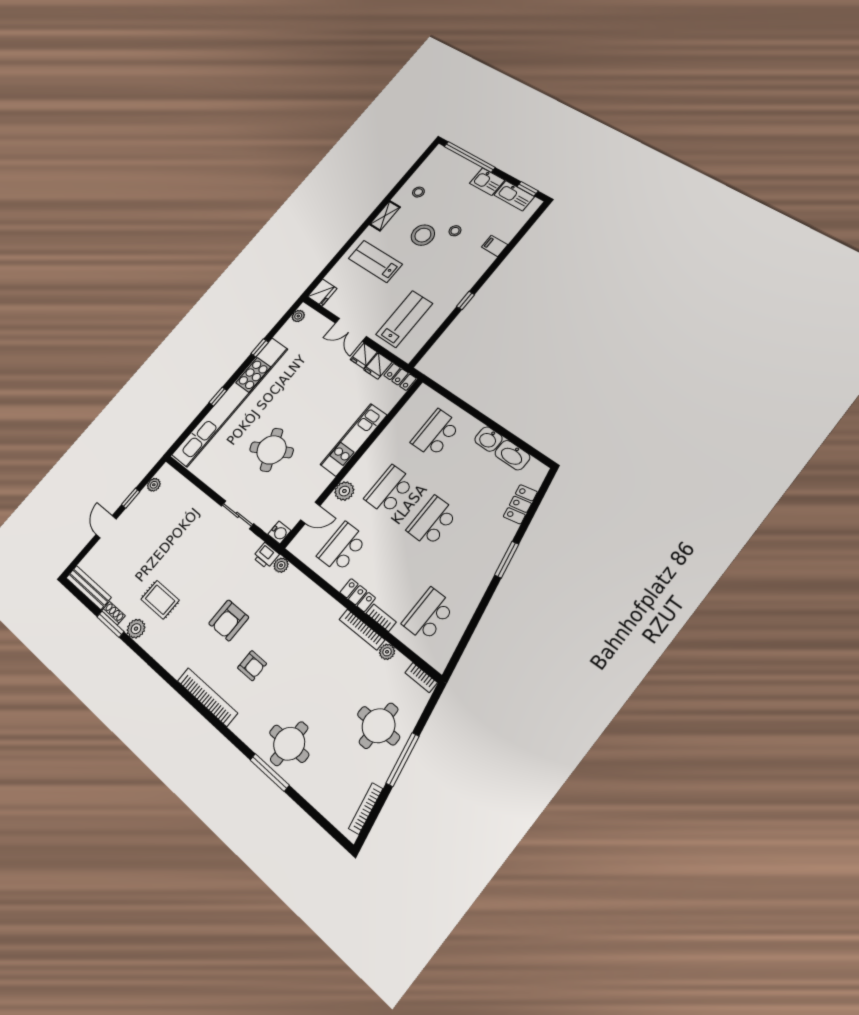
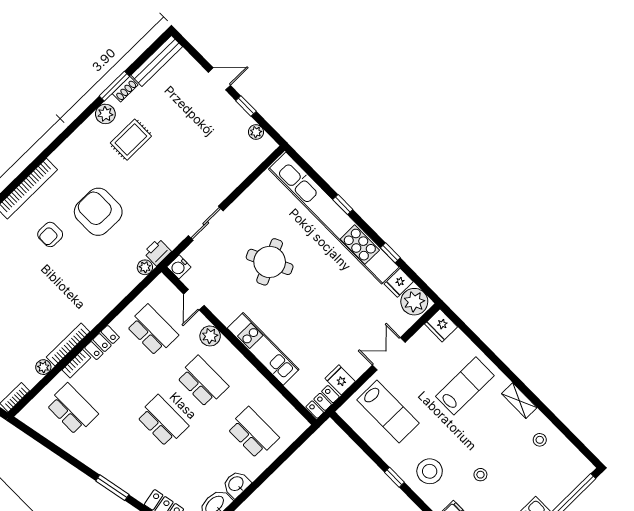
stool: (423, 235) -> (430, 471), moved
plant: (298, 316) -> (414, 302), width x1.88, depth x1.88
fridge: (364, 356) -> (399, 283), moved, turned -90
armchair: (229, 620) -> (98, 212), width x1.36, depth x1.36

